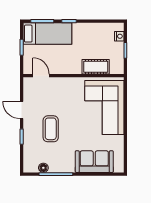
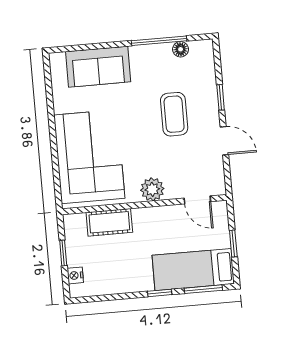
plant: (68, 84) -> (152, 189), added

